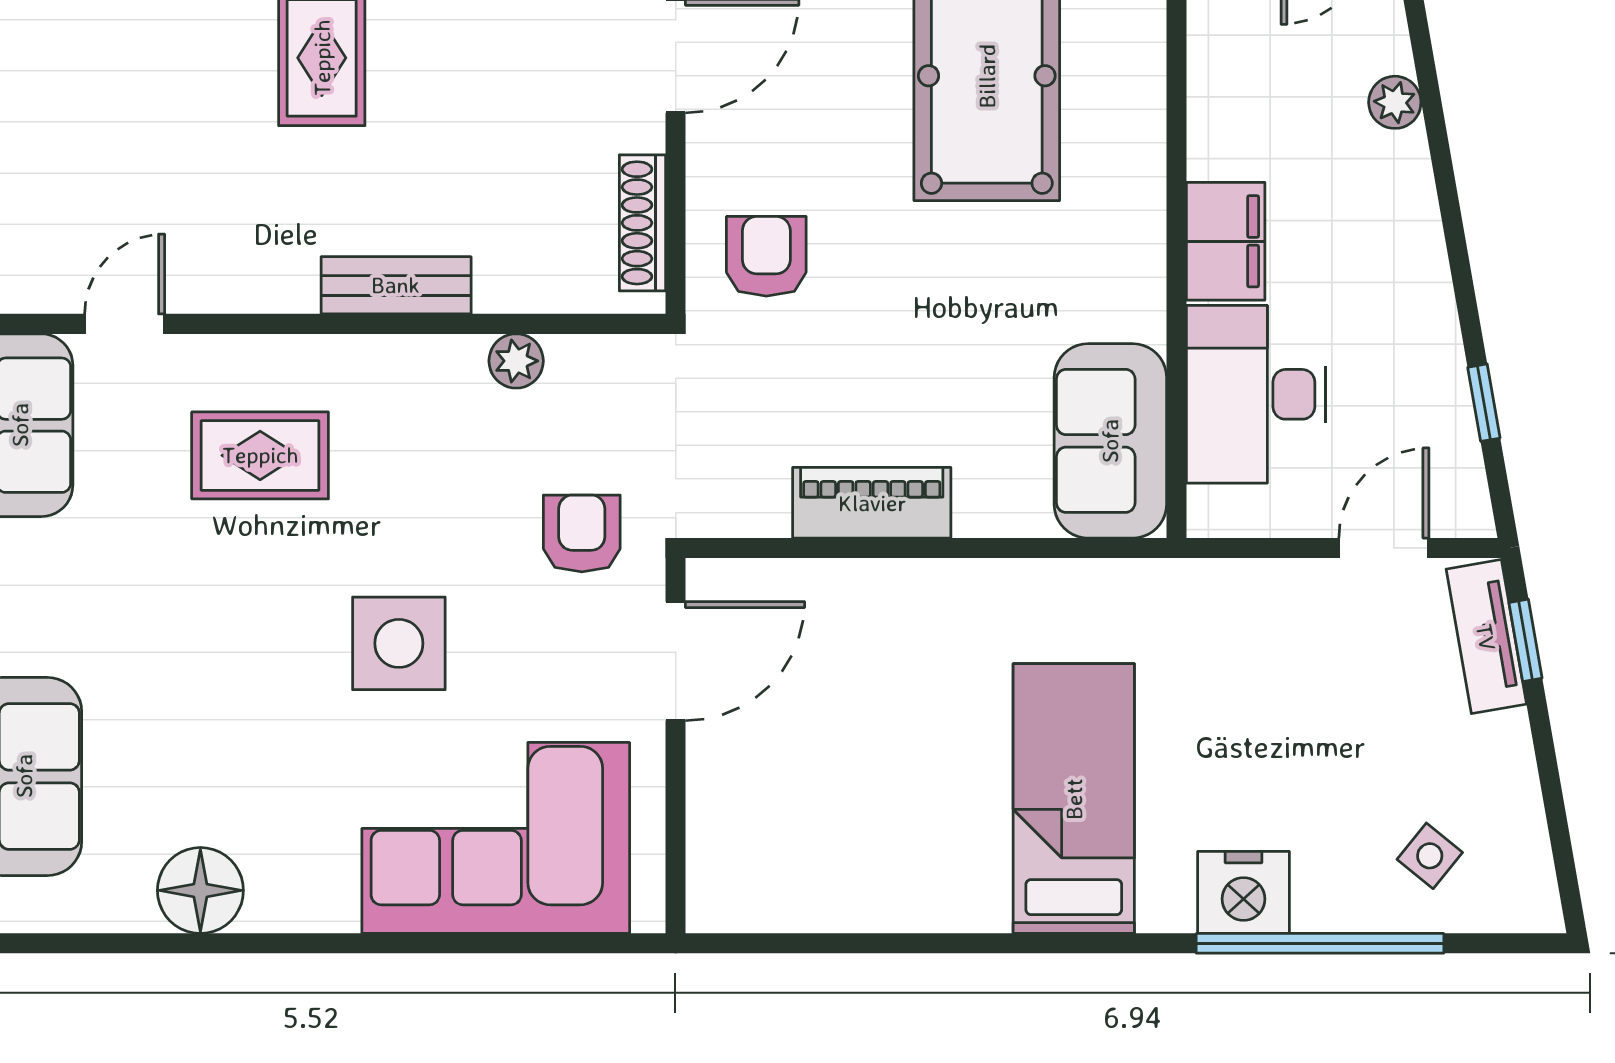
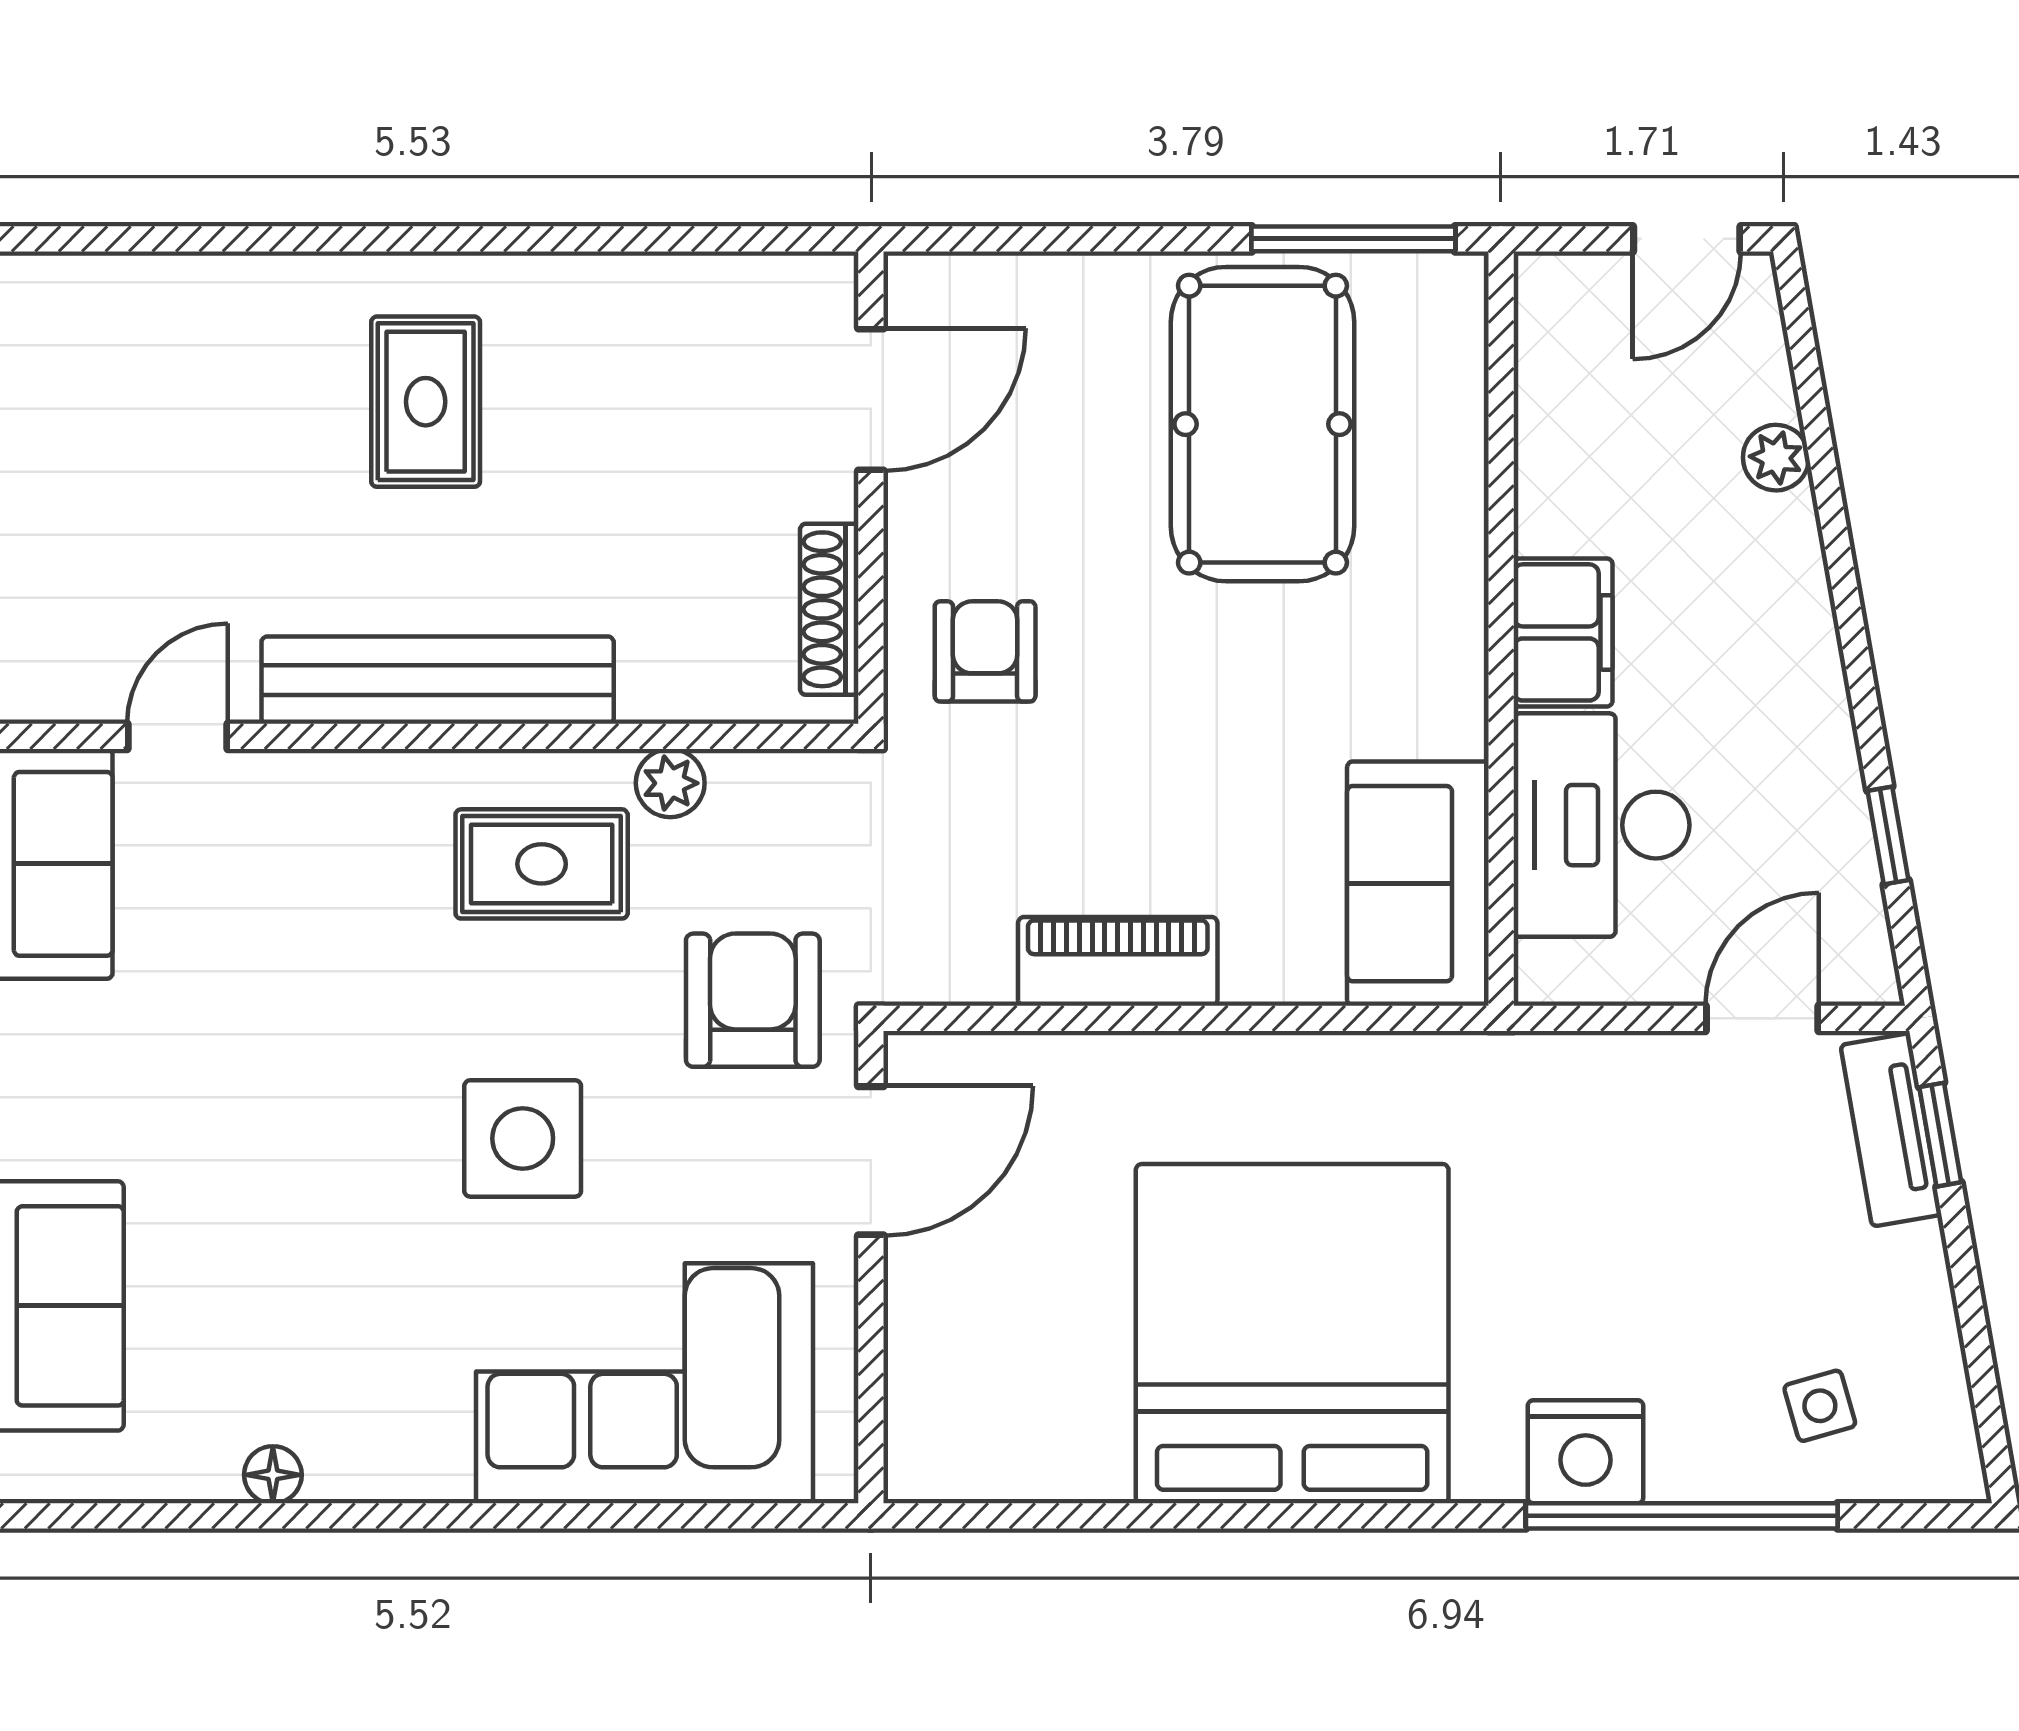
bench: (396, 285) -> (438, 680), width x1.86, depth x1.21
rug: (260, 455) -> (542, 864), moved
armchair: (582, 533) -> (753, 1000), width x1.38, depth x1.38
bed: (1074, 799) -> (1292, 1334), width x2.04
side table: (1430, 856) -> (1820, 1406), turned 35
floor lamp: (200, 890) -> (273, 1475), width x0.53, depth x0.53

